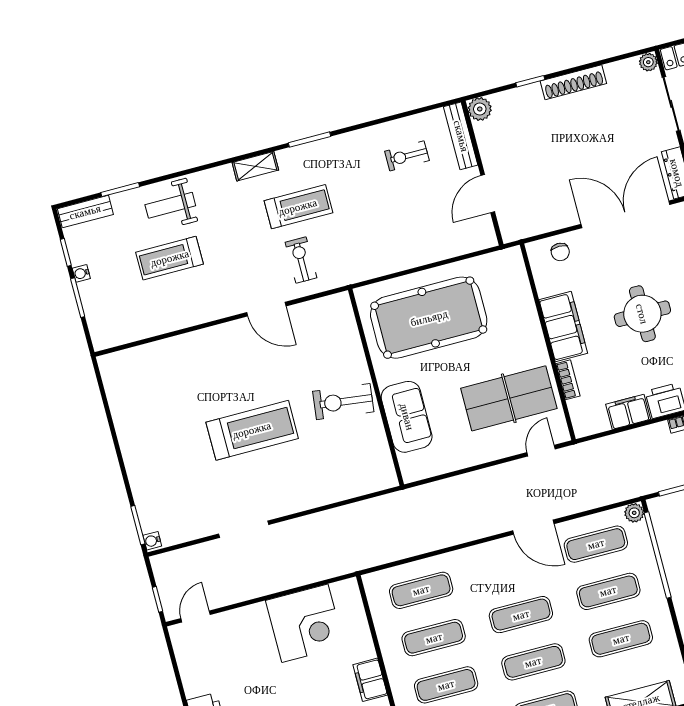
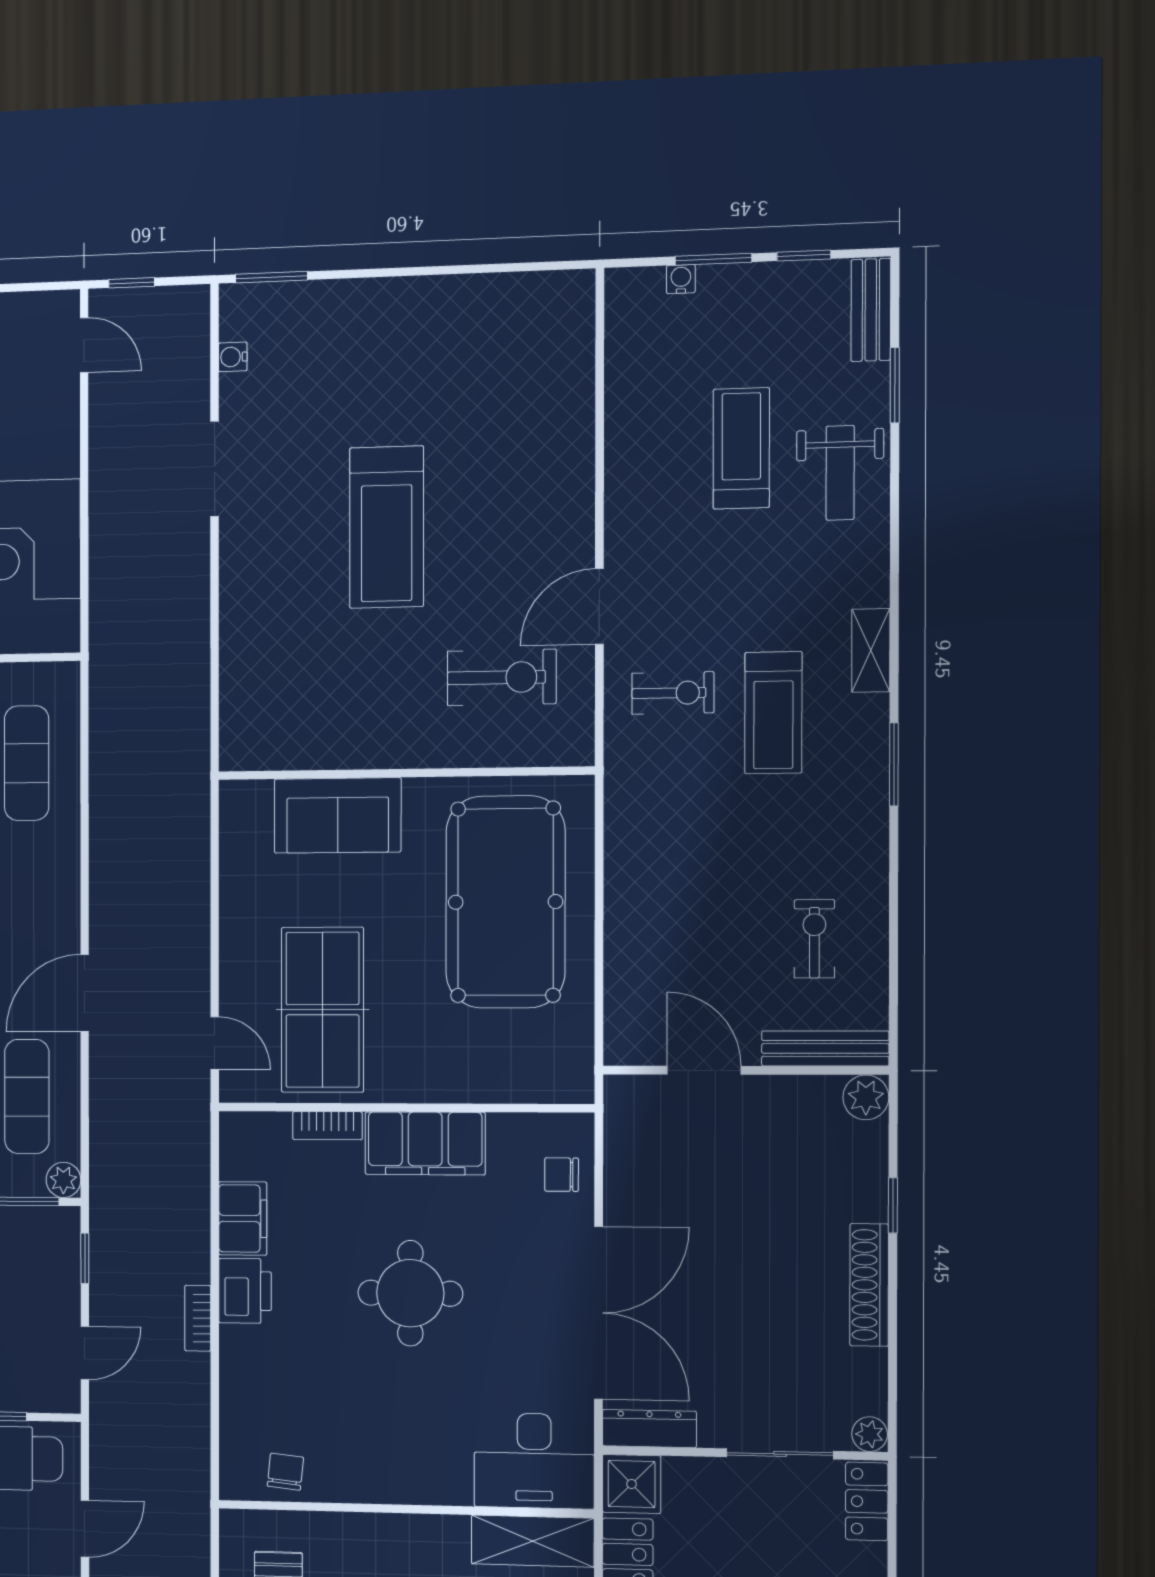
weight bench: (170, 205) -> (840, 473), turned 180
water cooler: (81, 273) -> (681, 279), moved
exercise bike: (343, 402) -> (502, 677), moved, turned 83
water cooler: (152, 541) -> (233, 357), moved, turned -90

